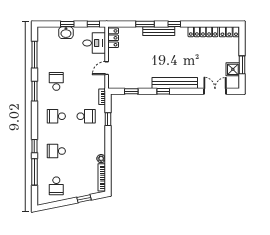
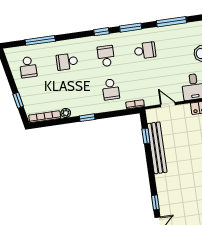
bench: (175, 83) -> (157, 148), moved
window: (163, 91) -> (155, 202), moved
window: (108, 119) -> (87, 118), moved
window: (34, 146) -> (101, 32), moved
school desk: (56, 151) -> (67, 62), turned -90
school desk: (56, 186) -> (28, 67), turned -90

